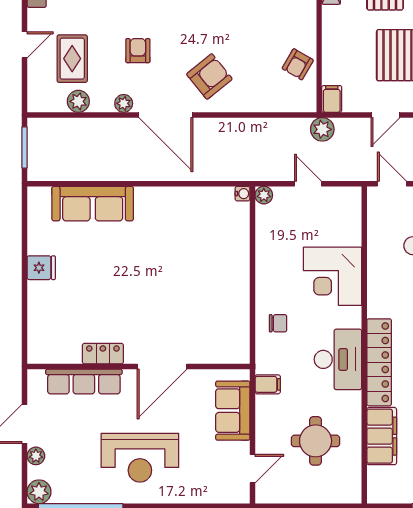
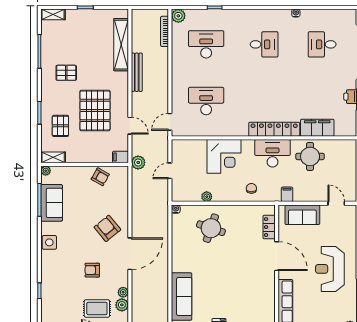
plant: (124, 103) -> (123, 292), moved
plant: (264, 195) -> (207, 197), moved
round table: (210, 254) -> (211, 228), added
locker: (103, 354) -> (269, 227), moved
round table: (316, 441) -> (310, 156), moved
reception desk: (140, 458) -> (330, 269), turned 180

